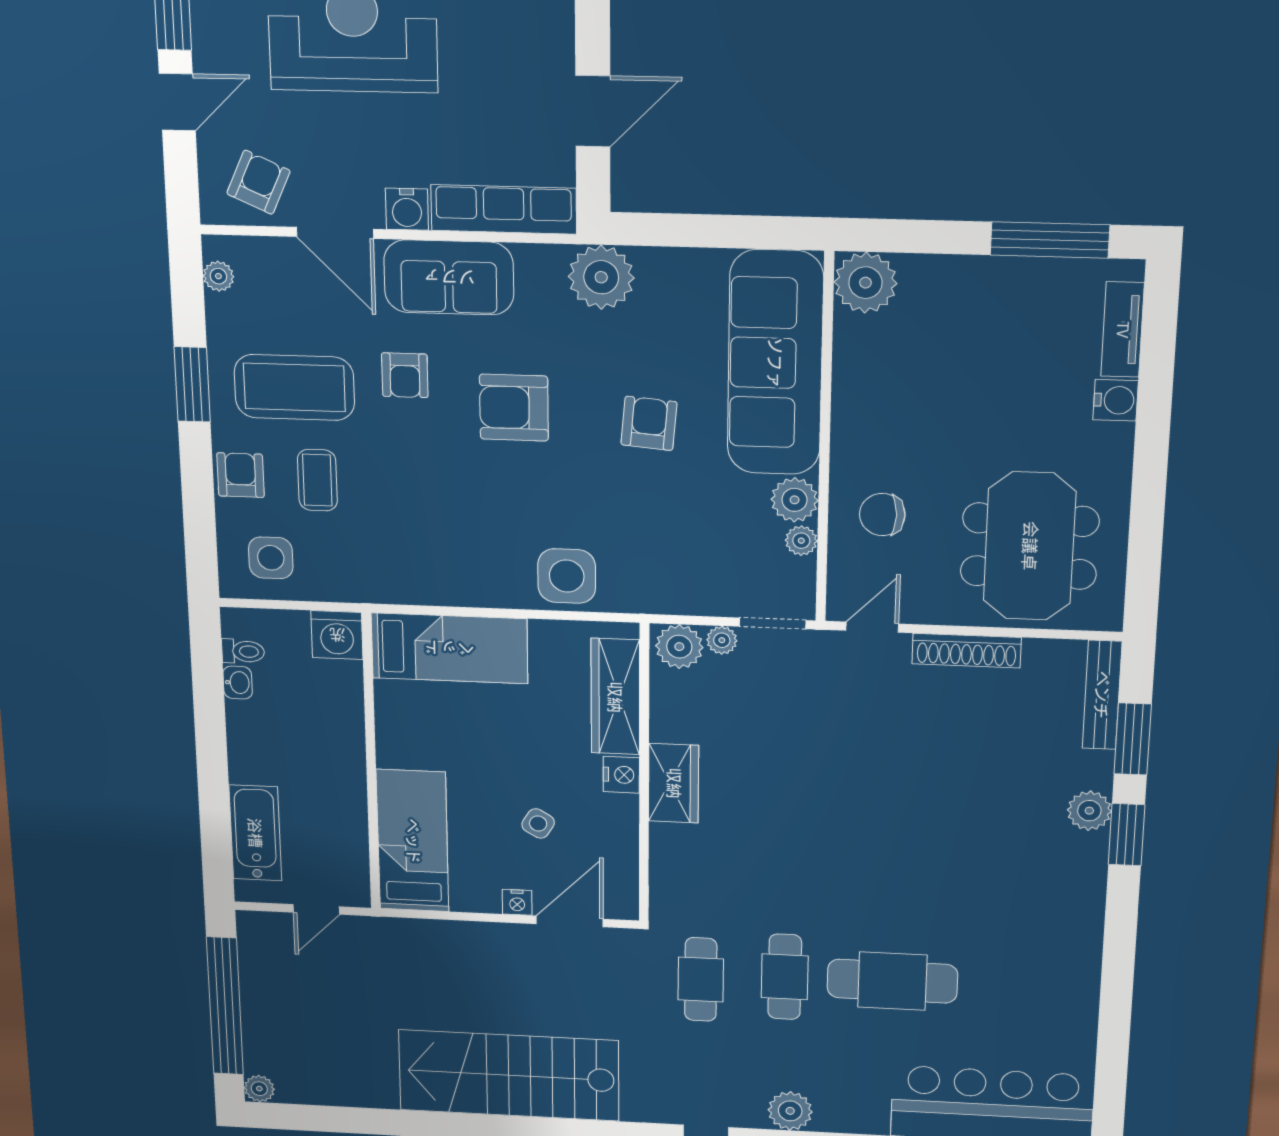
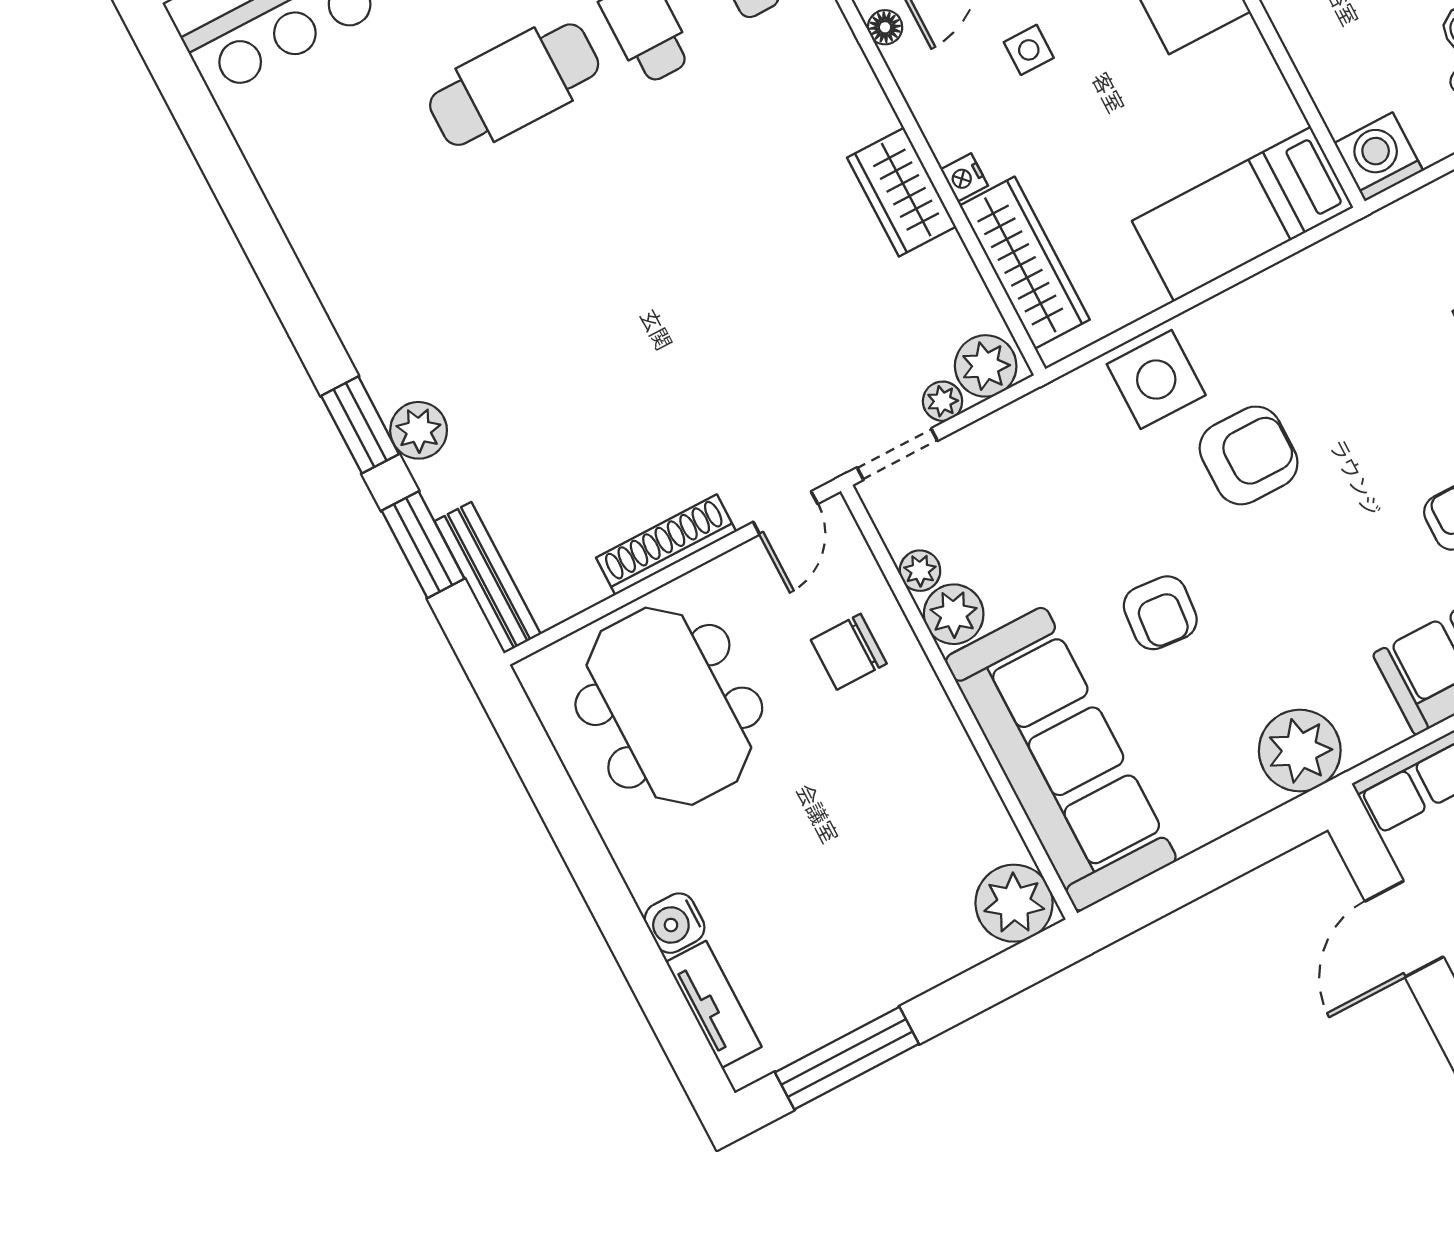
armchair: (514, 408) -> (1249, 455), moved
chair: (882, 515) -> (849, 652), turned 180
nightstand: (621, 775) -> (964, 177), width x0.72, depth x0.74
side table: (538, 823) -> (1029, 50), turned -31
floor lamp: (626, 887) -> (885, 27), added

